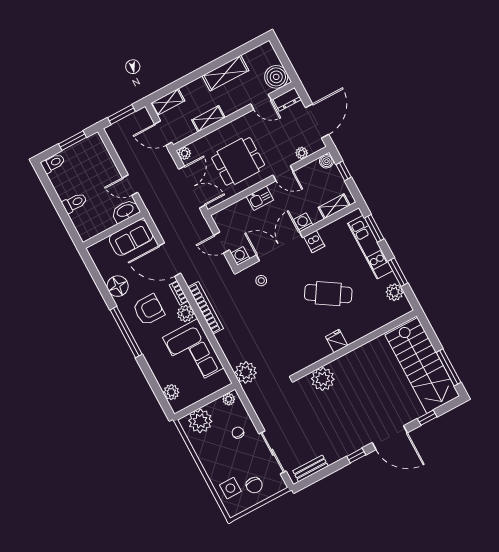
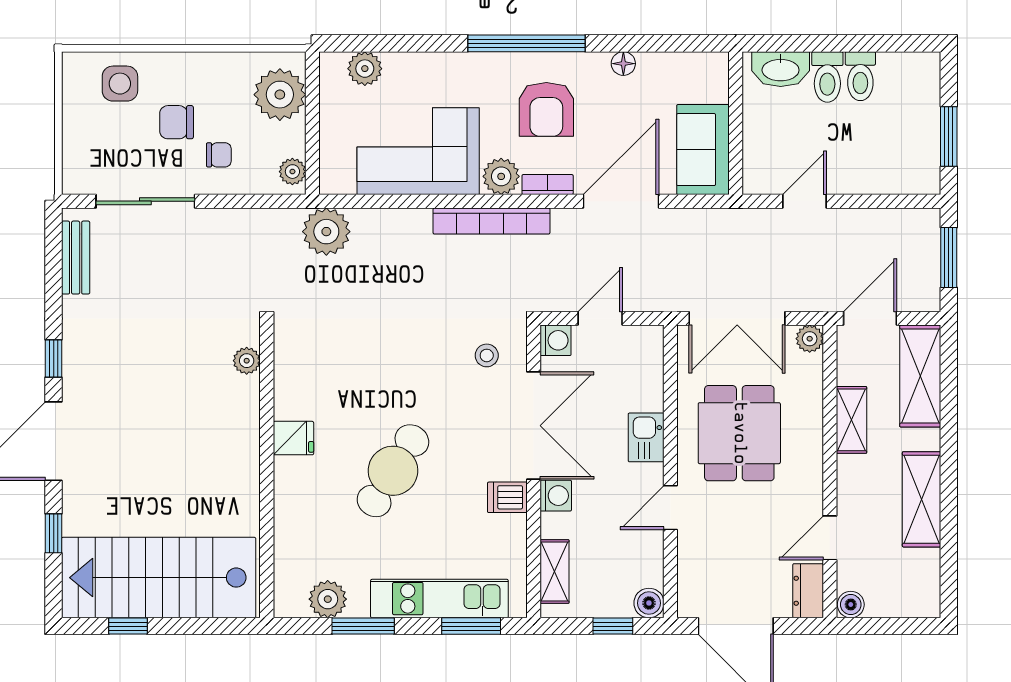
boiler: (276, 77) -> (851, 605), width x0.54, depth x0.54
shelving: (168, 102) -> (920, 376), width x1.50, depth x1.33
plant: (302, 153) -> (690, 564), removed
toilet: (53, 163) -> (860, 76), moved
washbasin: (125, 211) -> (781, 69), moved, turned 90
floor lamp: (118, 286) -> (623, 64), width x0.53, depth x0.53
window: (449, 367) -> (128, 626), width x0.46
plant: (323, 379) -> (247, 361), width x0.53, depth x0.53
chair: (254, 485) -> (177, 122), moved

